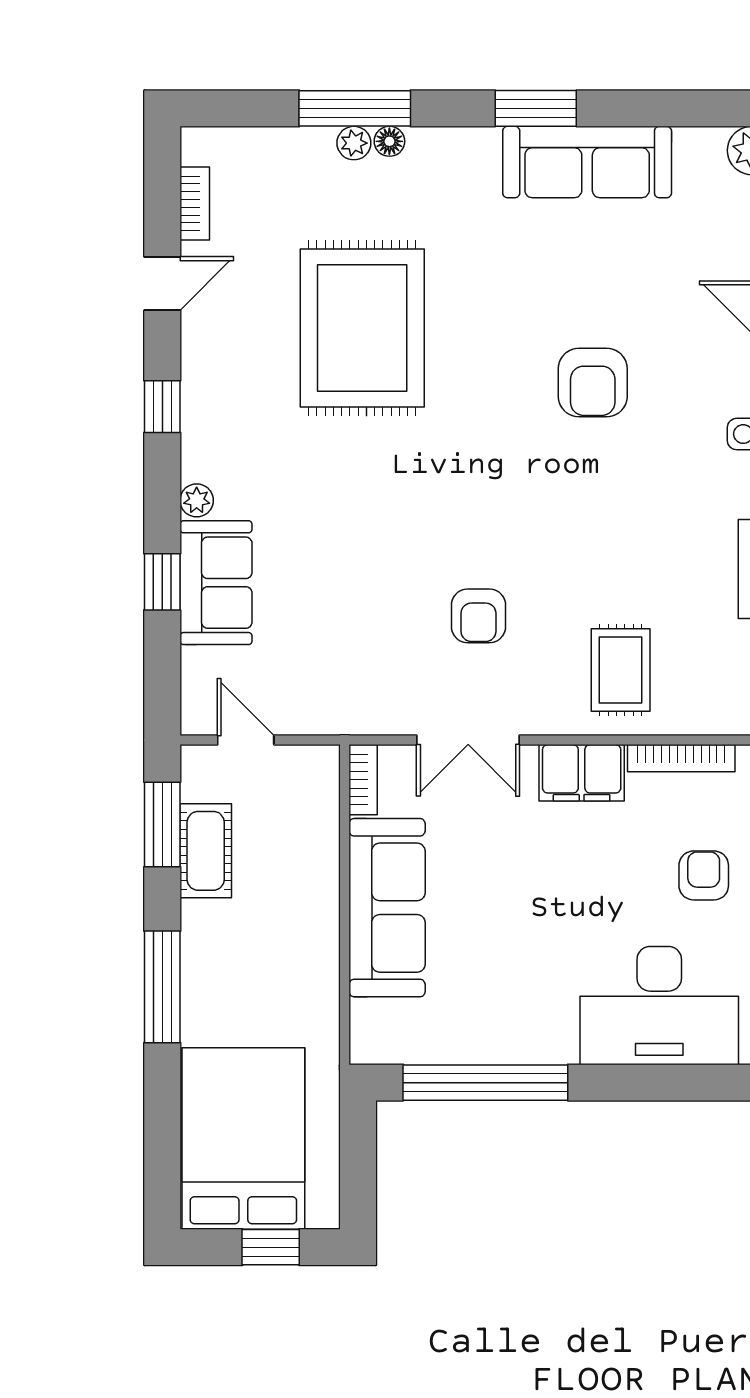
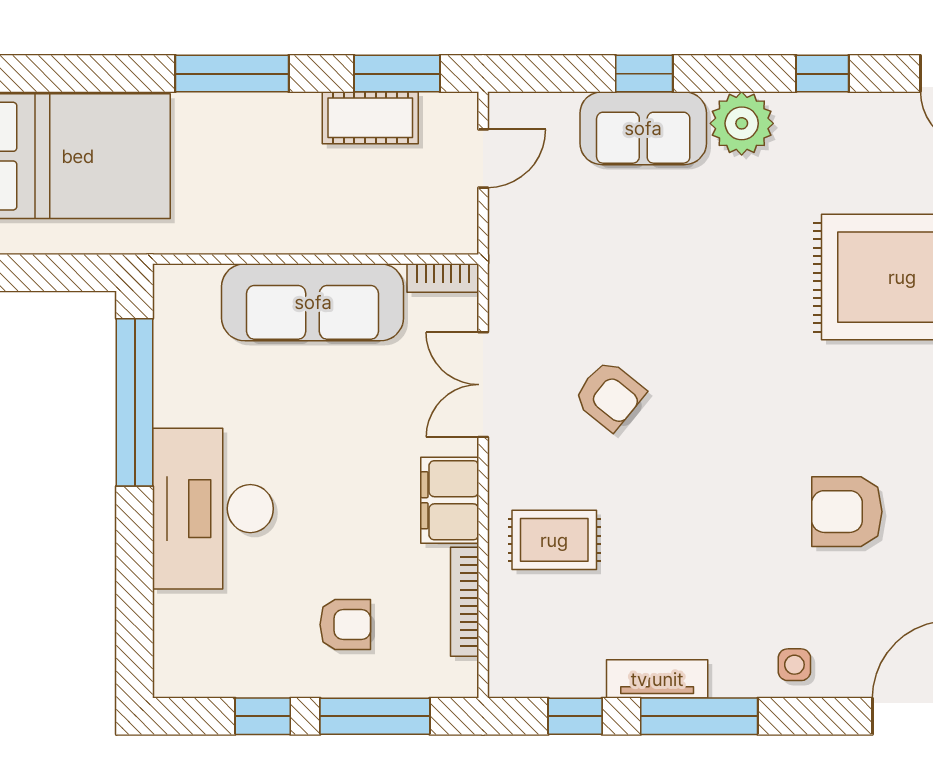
plant: (197, 500) -> (742, 123), width x1.87, depth x1.87
armchair: (478, 616) -> (609, 395), turned -141
desk: (659, 1006) -> (213, 509), moved

